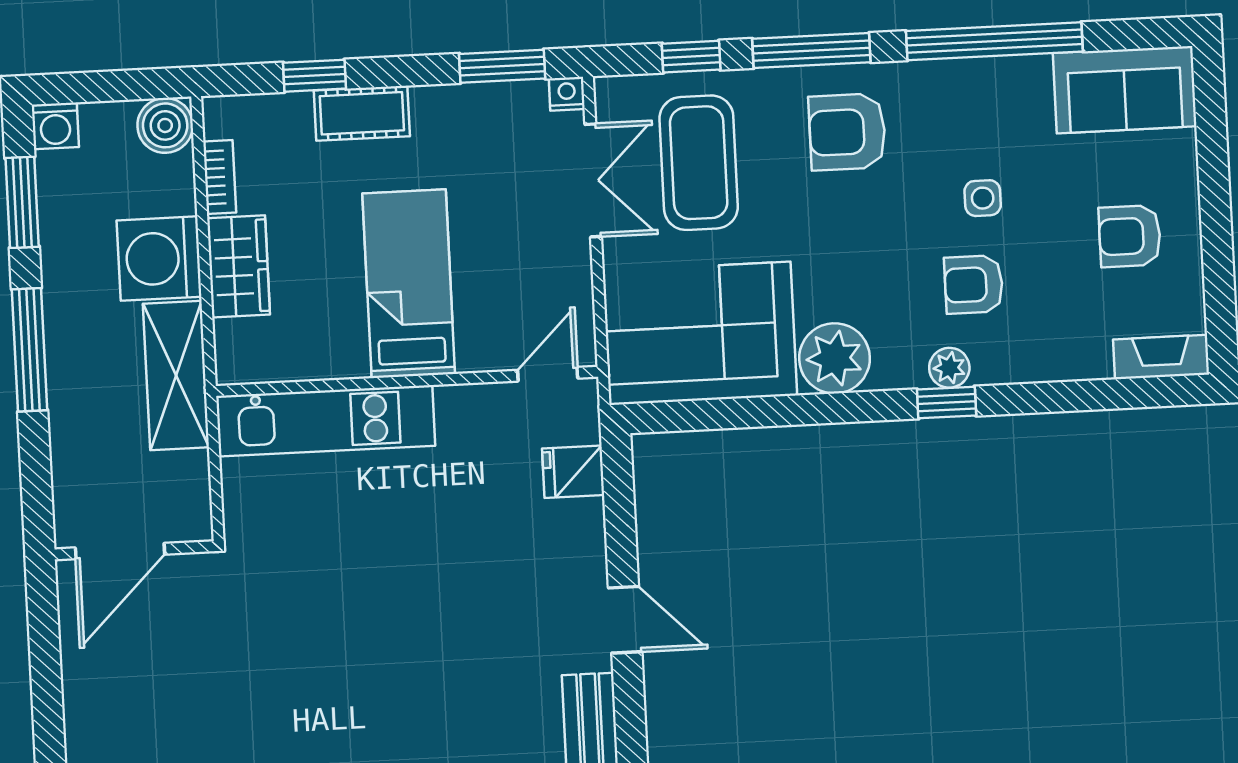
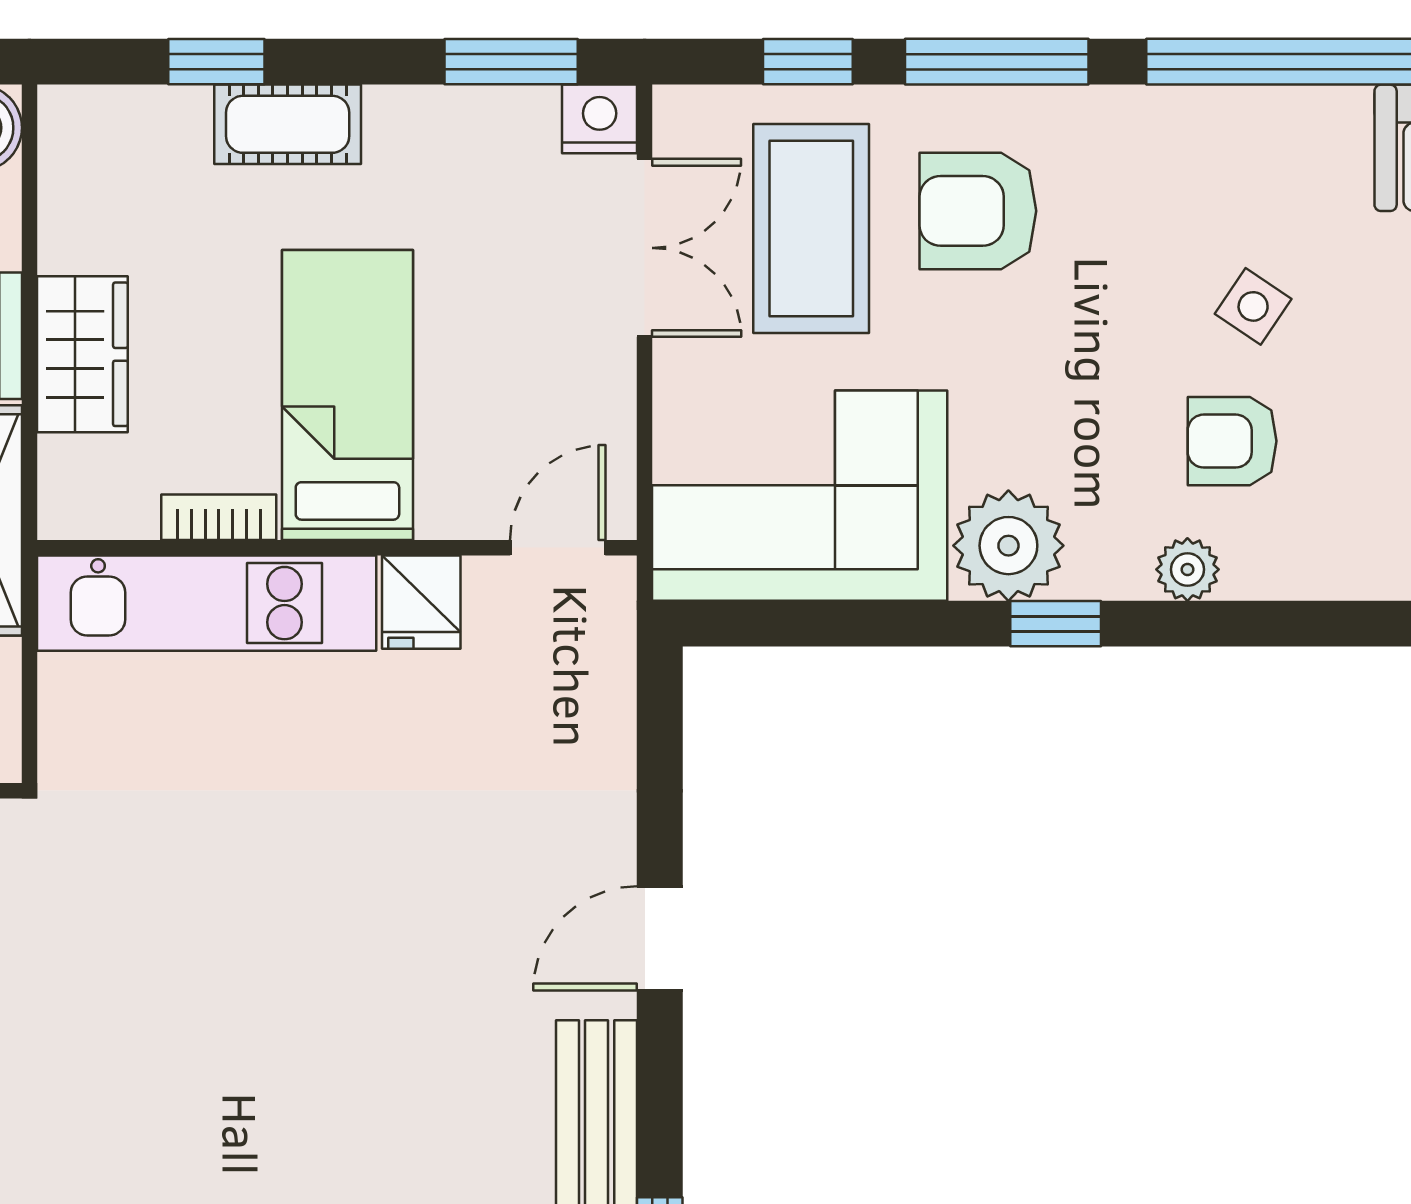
nightstand: (567, 94) -> (600, 119), width x1.39, depth x1.35
armchair: (847, 132) -> (978, 211), moved
bookcase: (220, 177) -> (219, 517), moved, turned -90
side table: (983, 198) -> (1253, 306), turned 34
window: (947, 403) -> (1056, 624), moved
fridge: (573, 472) -> (421, 602), moved, turned -90
door: (625, 620) -> (660, 938), swing flipped

